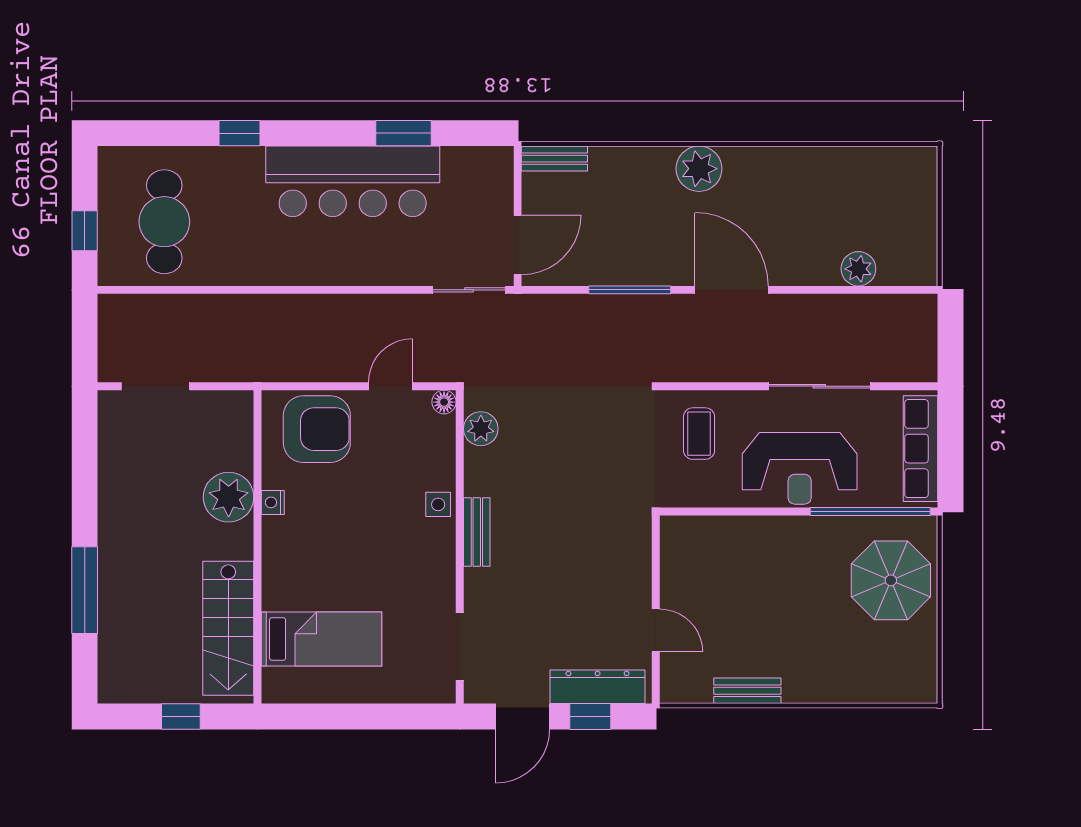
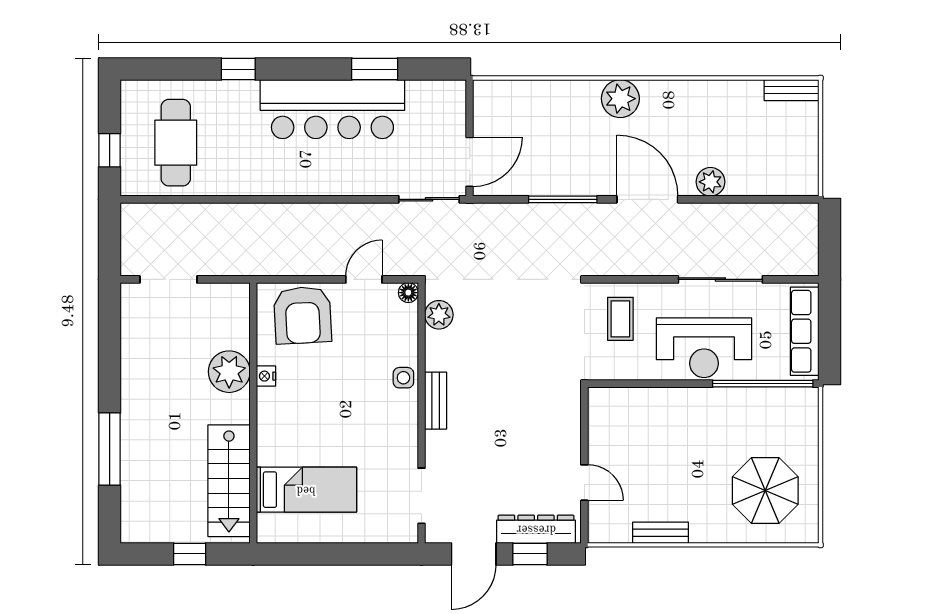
bench: (554, 159) -> (791, 90), moved
plant: (858, 269) -> (710, 182), moved
armchair: (317, 429) -> (303, 315), turned 87
parasol: (891, 580) -> (765, 491), moved

